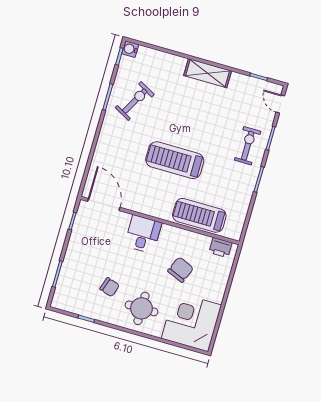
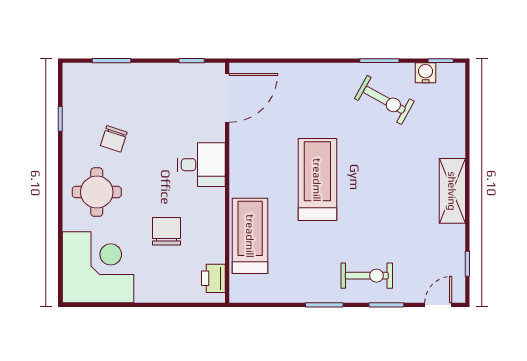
water cooler: (130, 49) -> (426, 73), moved
chair: (181, 270) -> (167, 231), turned -113

